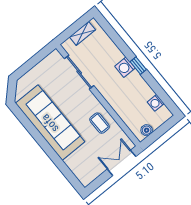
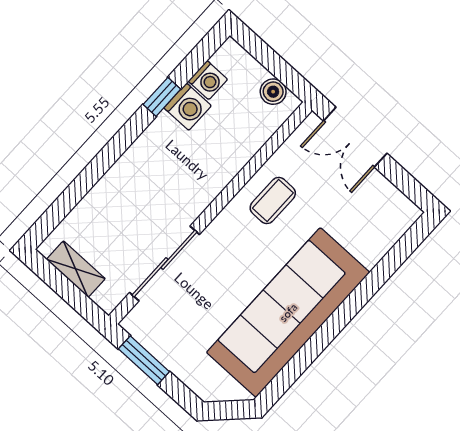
window: (39, 57) -> (144, 360), added
window: (138, 66) -> (162, 97), moved
washing machine: (125, 67) -> (188, 107), moved

